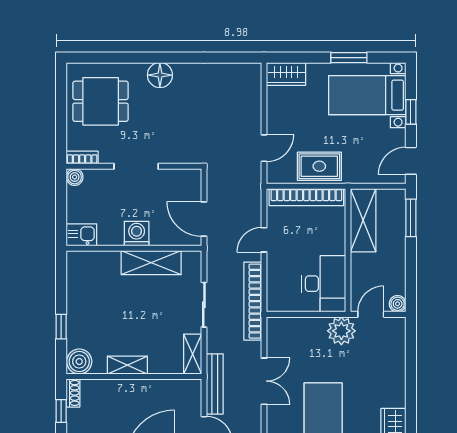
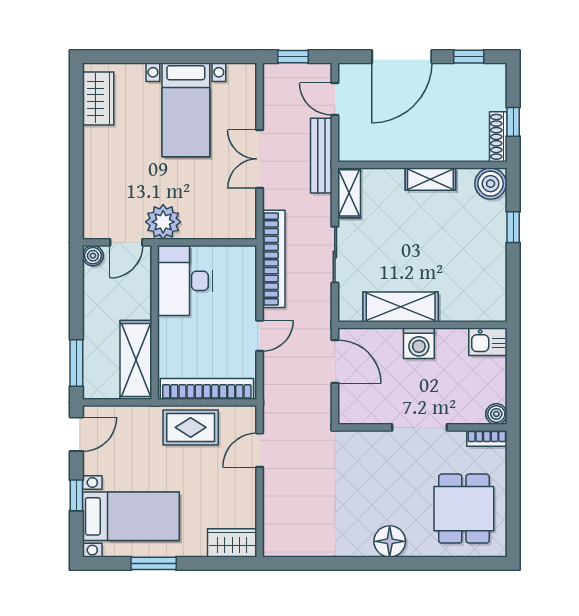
dining table: (101, 101) -> (464, 509), turned 90
shoe rack: (73, 393) -> (498, 137), width x1.43

